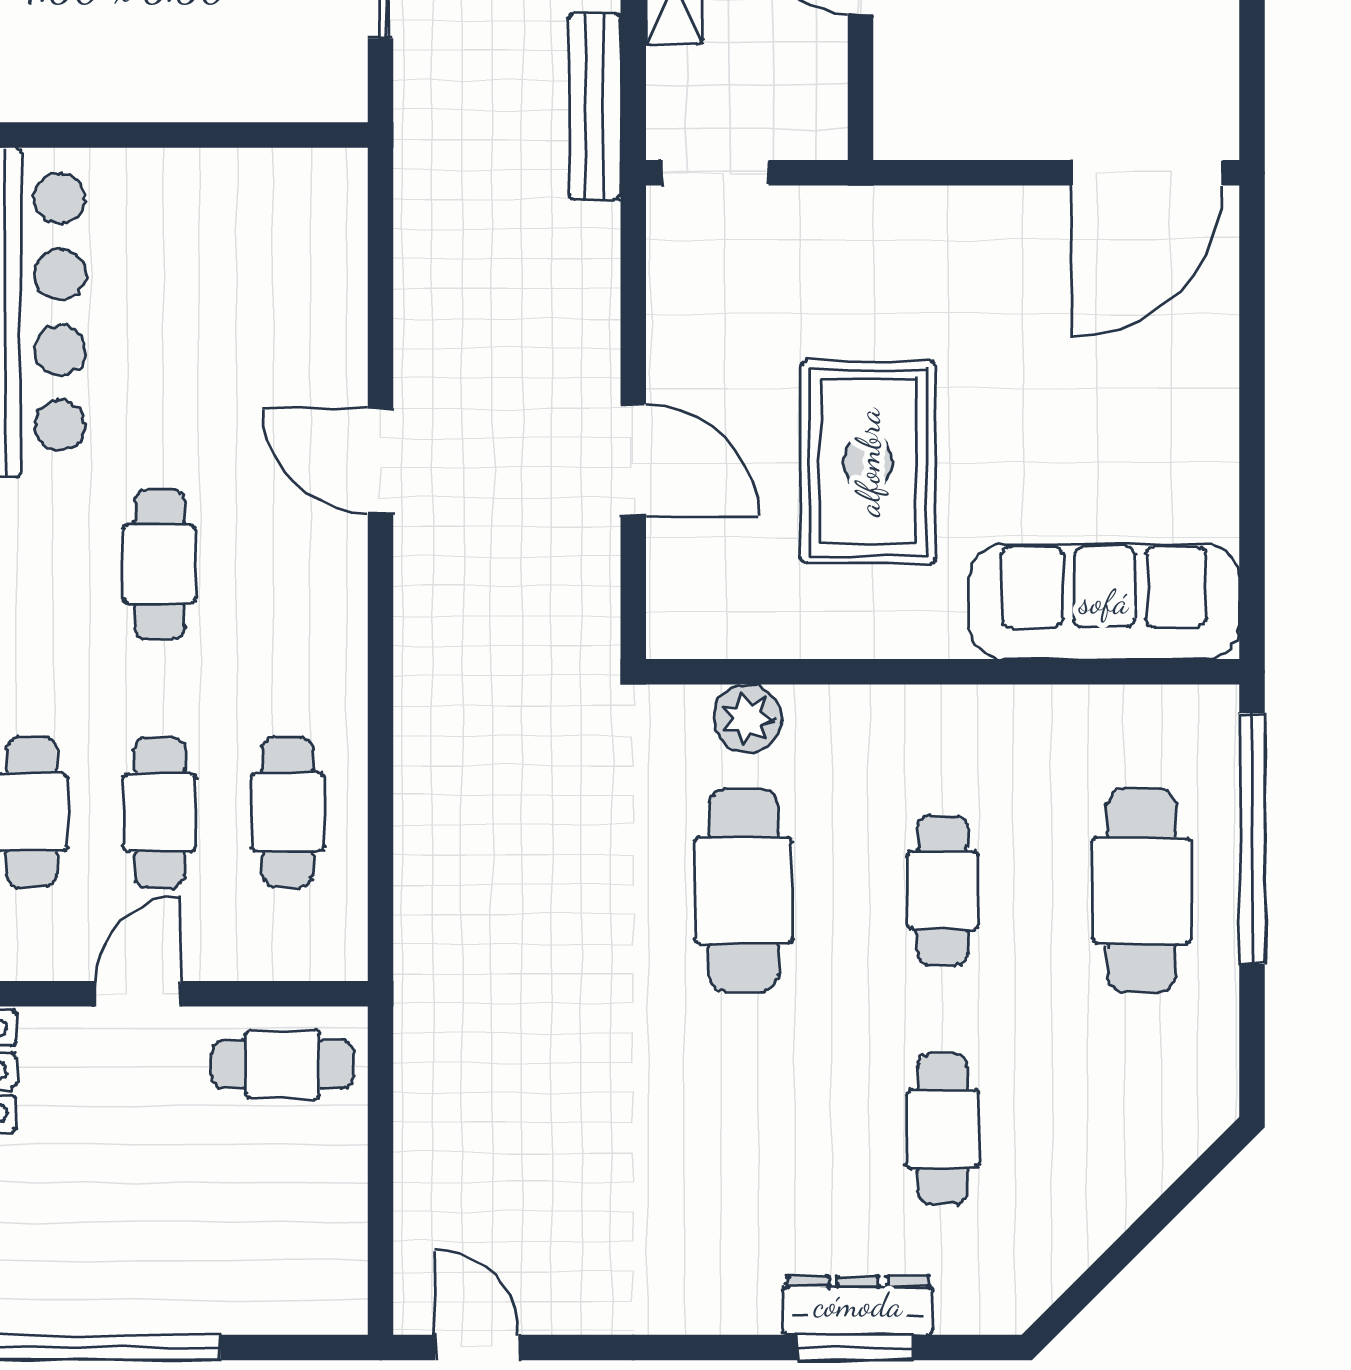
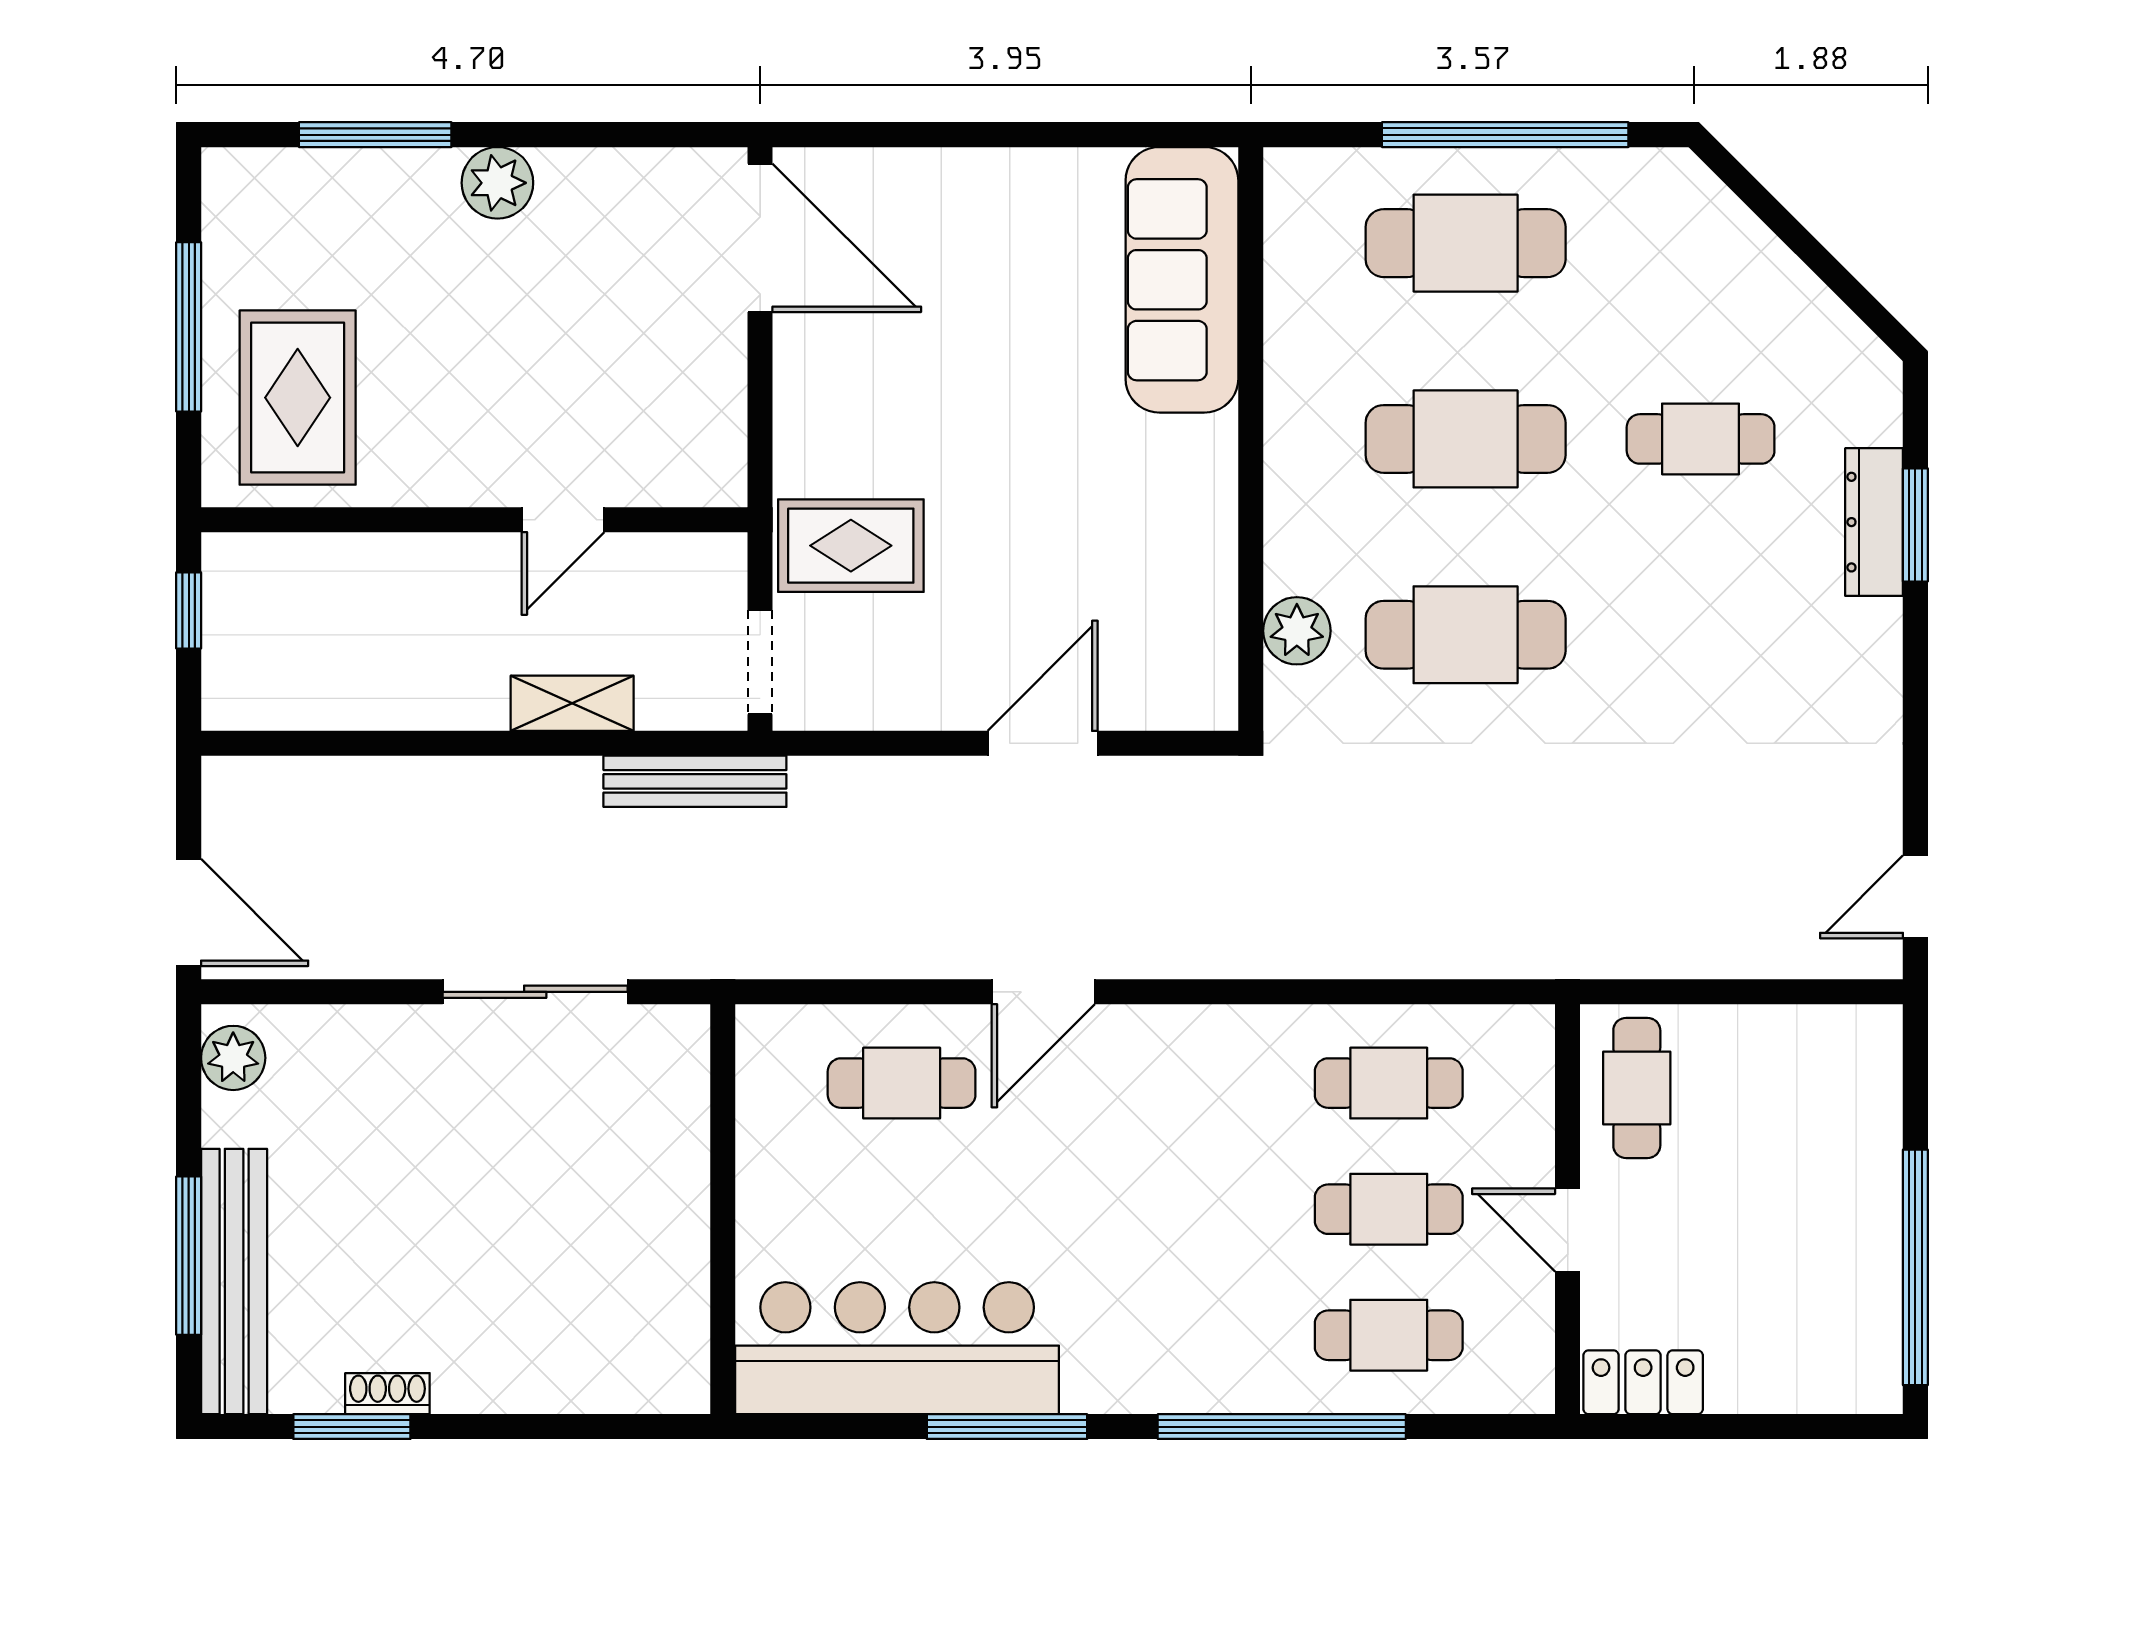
rug: (868, 462) -> (851, 546), moved, width x0.73, depth x0.70
cafe table: (160, 564) -> (902, 1083), moved
window: (1252, 839) -> (1505, 135), moved
cafe table: (943, 890) -> (1466, 439), width x1.37, depth x1.35

